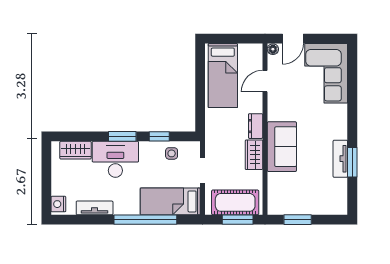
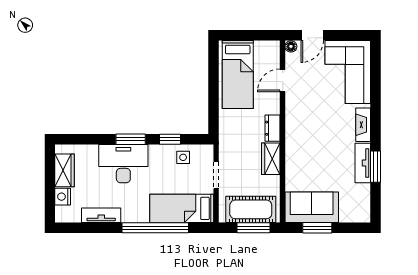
fireplace: (341, 123) -> (363, 125), added
sofa: (282, 147) -> (312, 207), moved, turned -90
wardrobe: (76, 150) -> (65, 170), moved, turned -90
nightstand: (58, 204) -> (63, 197), moved

